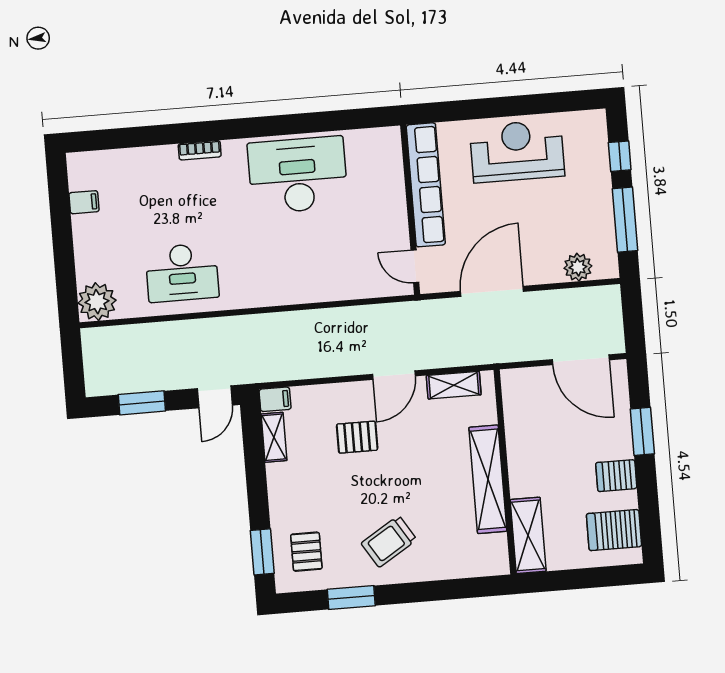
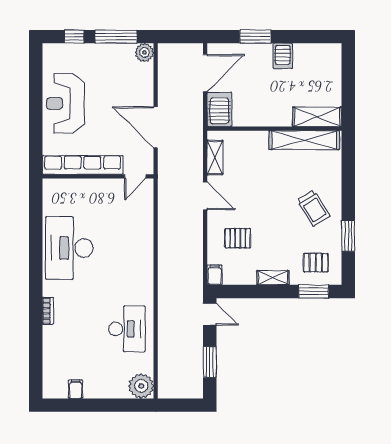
plant: (578, 267) -> (144, 52), moved
shelving: (274, 437) -> (273, 278), moved
pallet: (357, 437) -> (238, 238), moved, turned 90
shelving: (488, 479) -> (304, 140), moved
server rack: (614, 530) -> (219, 109), moved, turned 180

